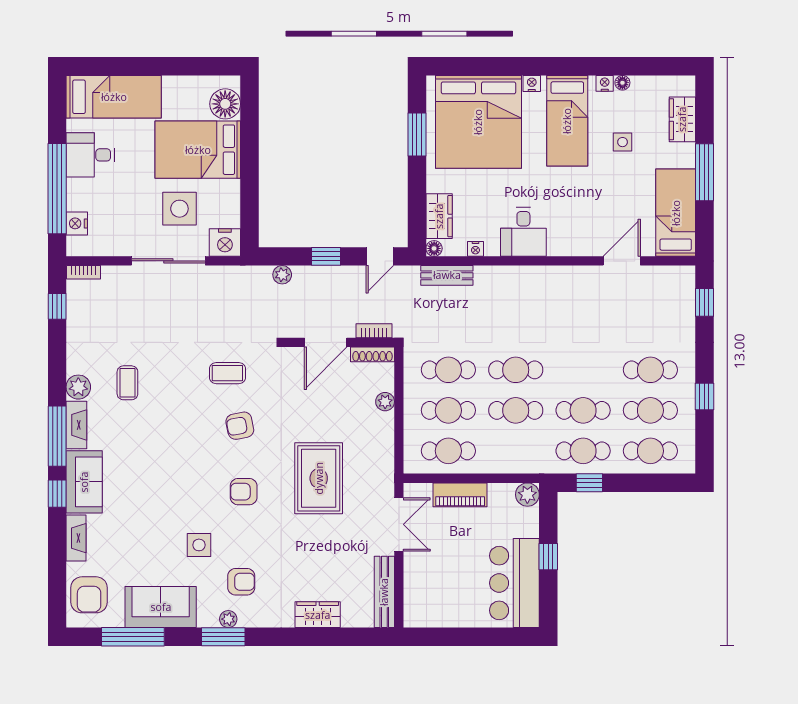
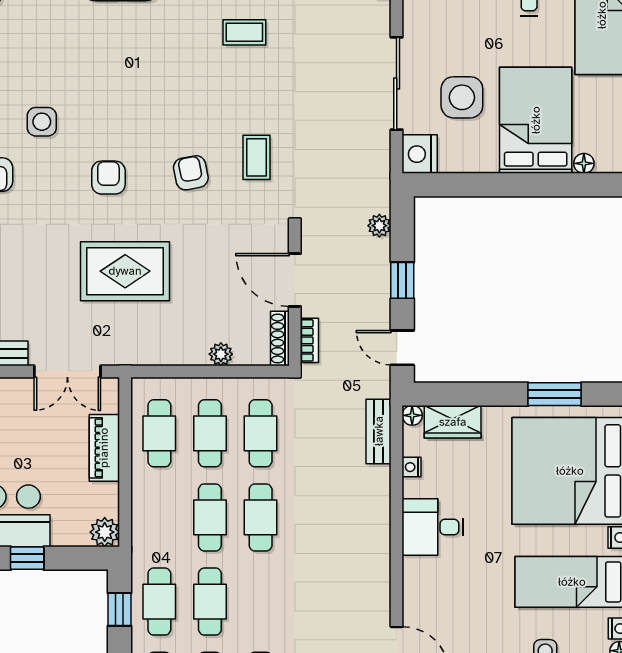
floor lamp: (225, 104) -> (584, 163), width x0.53, depth x0.53

